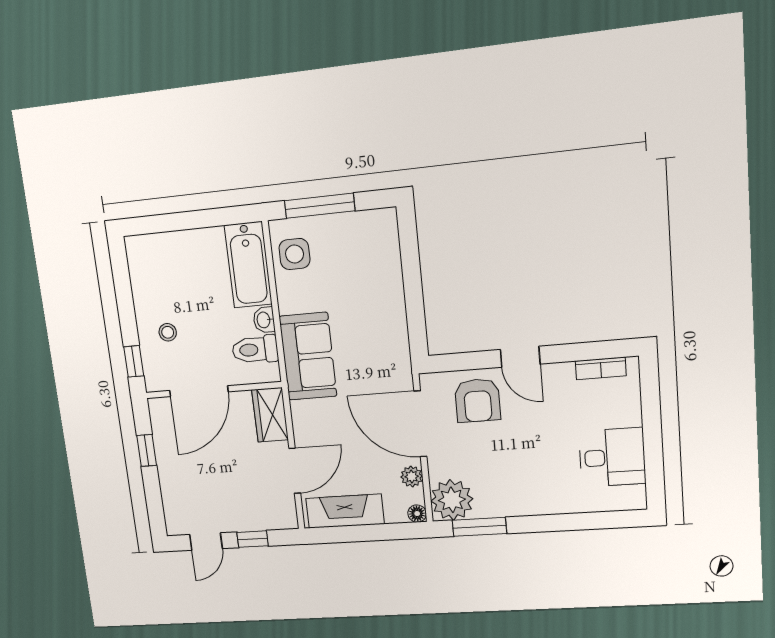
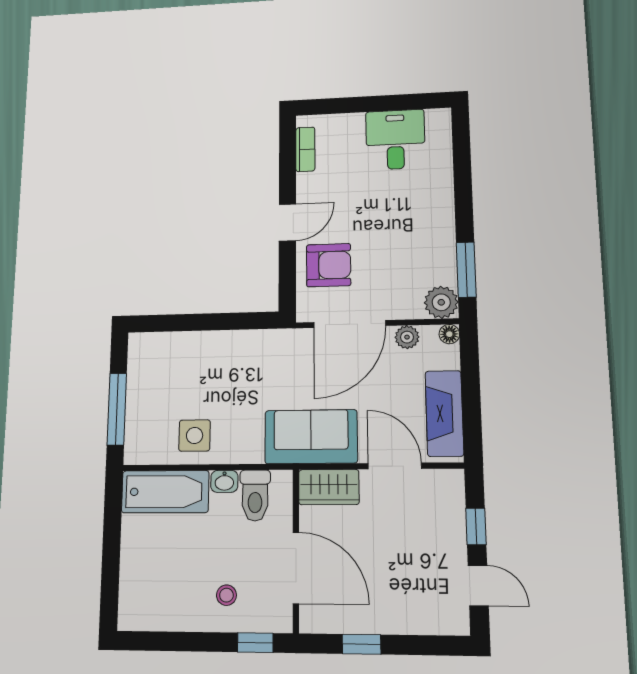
side table: (295, 254) -> (195, 435), moved
sofa: (308, 356) -> (311, 437), moved
plant: (452, 500) -> (441, 302), width x0.73, depth x0.73

